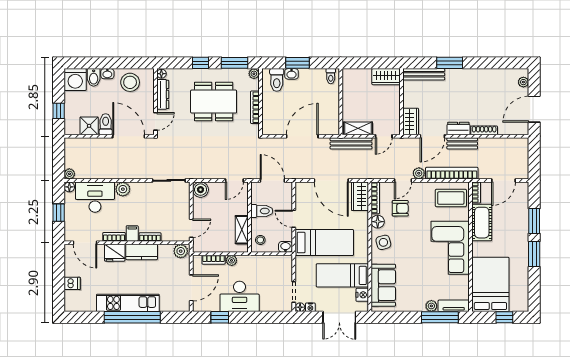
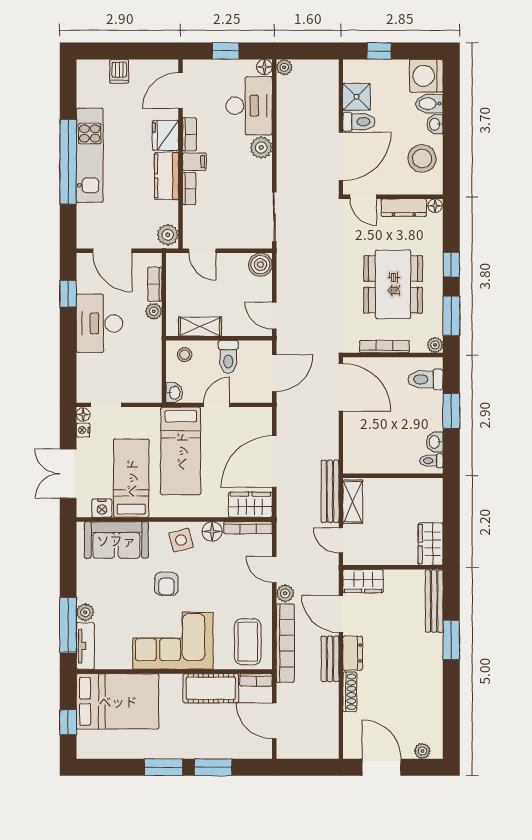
washbasin: (292, 74) -> (435, 442), moved
door: (302, 136) -> (341, 387), moved
armchair: (400, 208) -> (166, 584), moved

